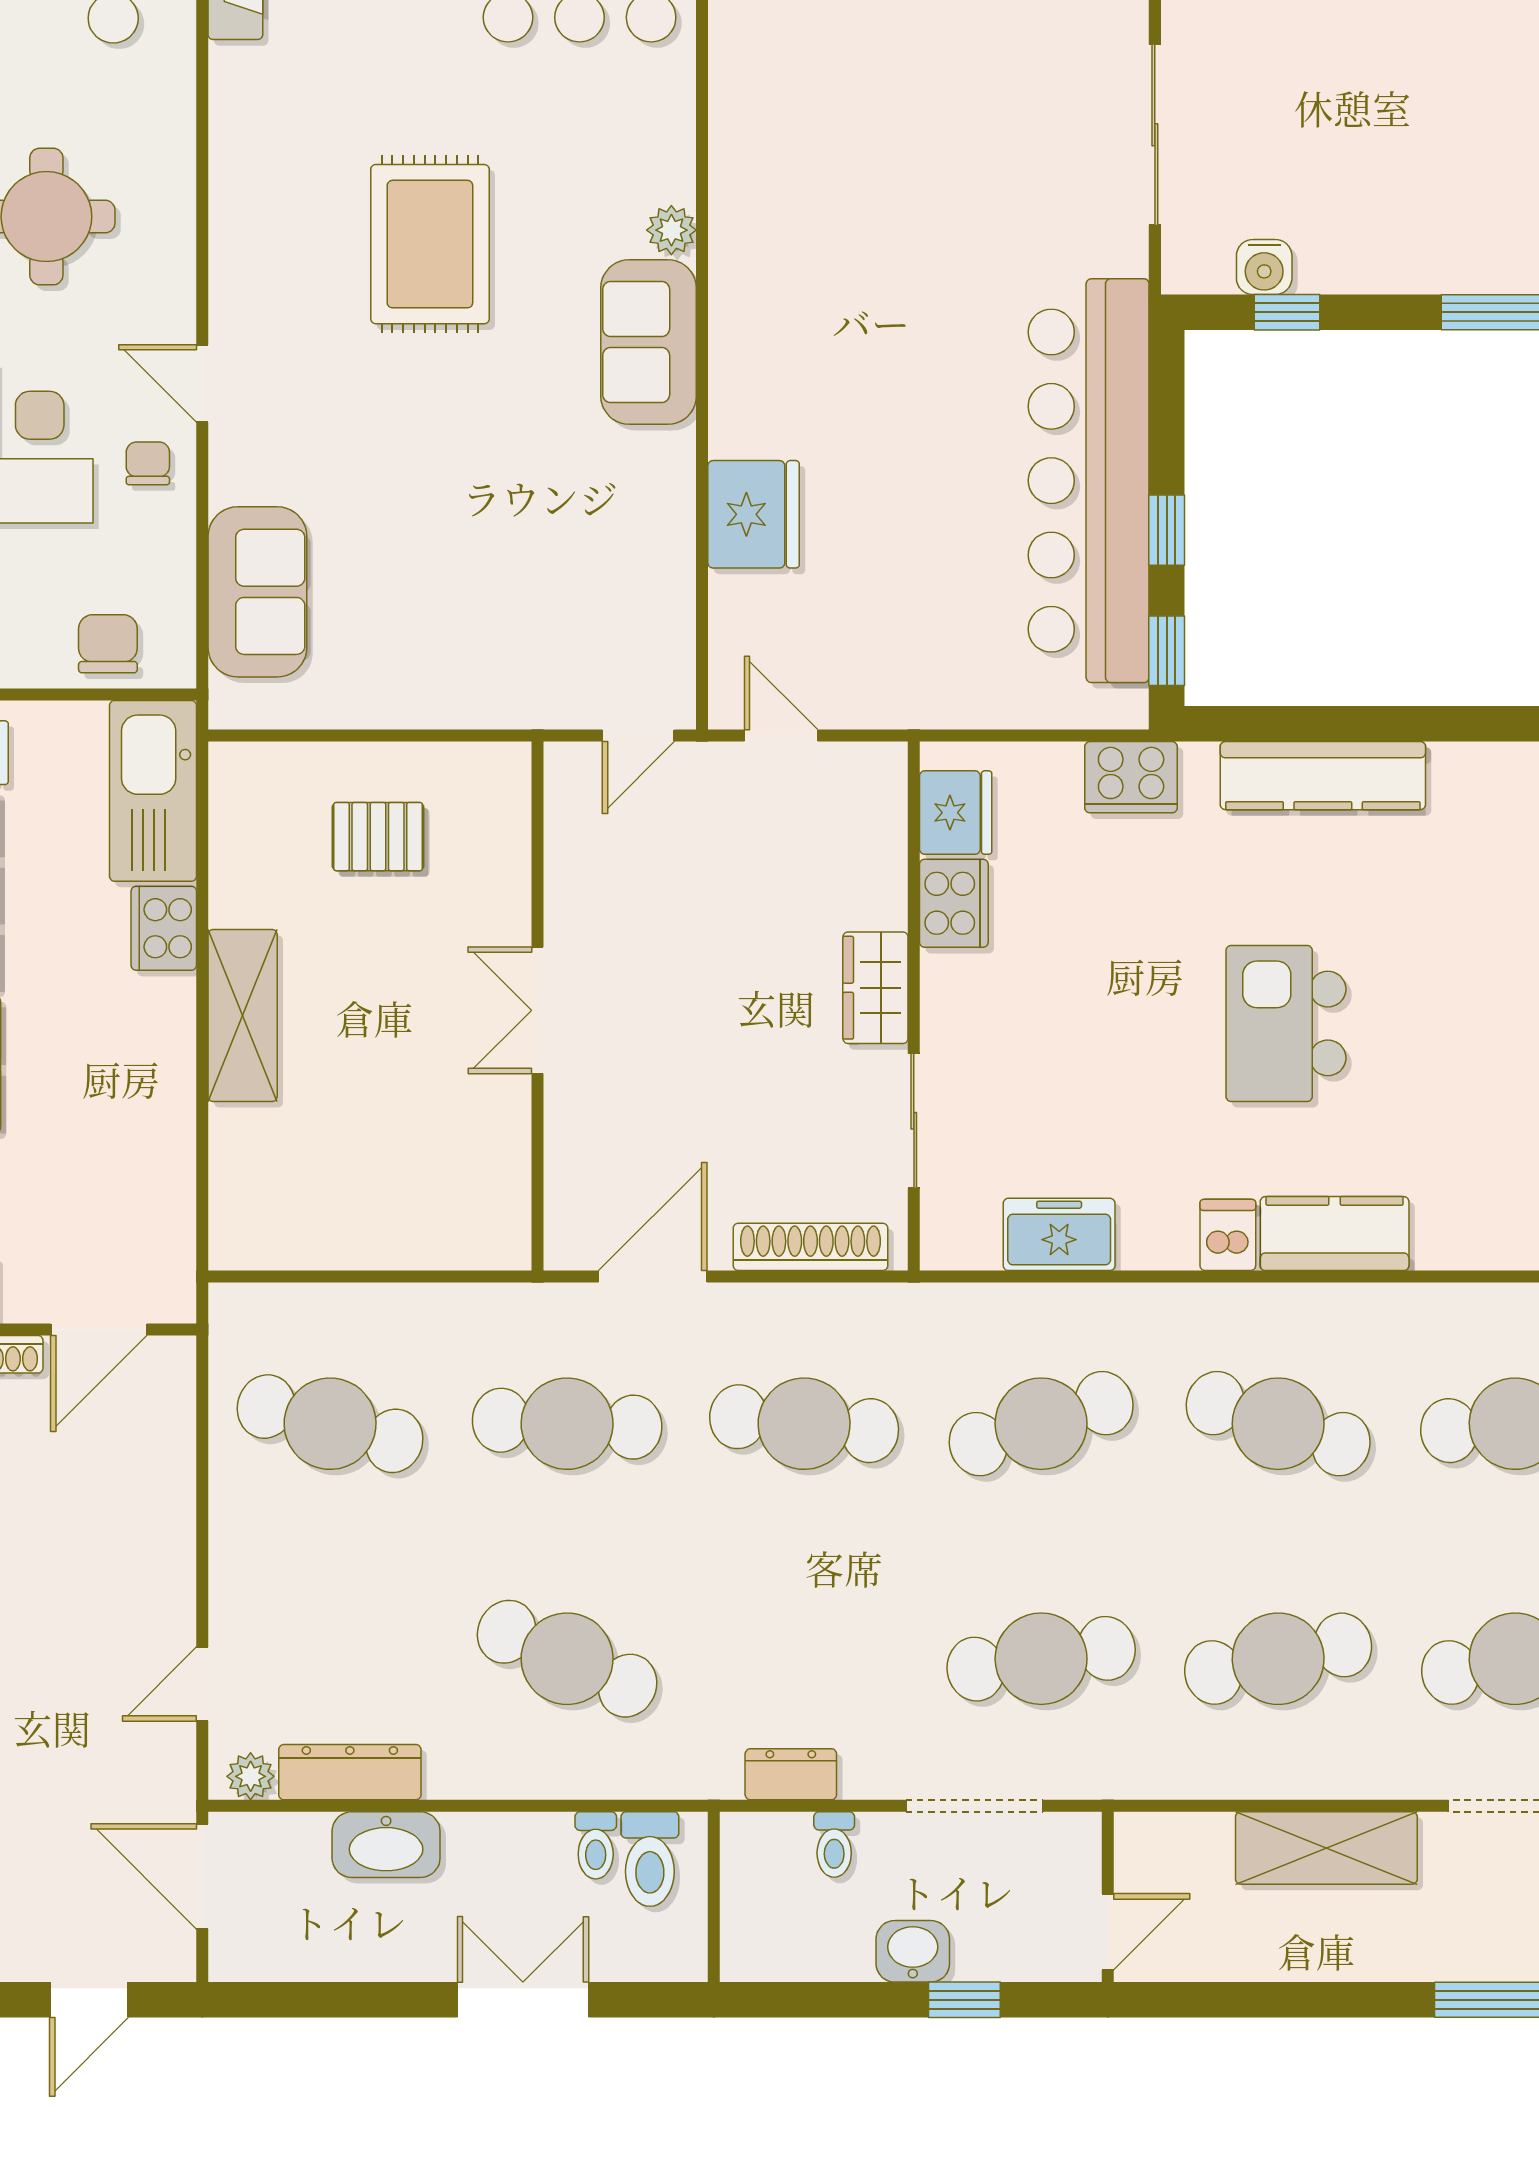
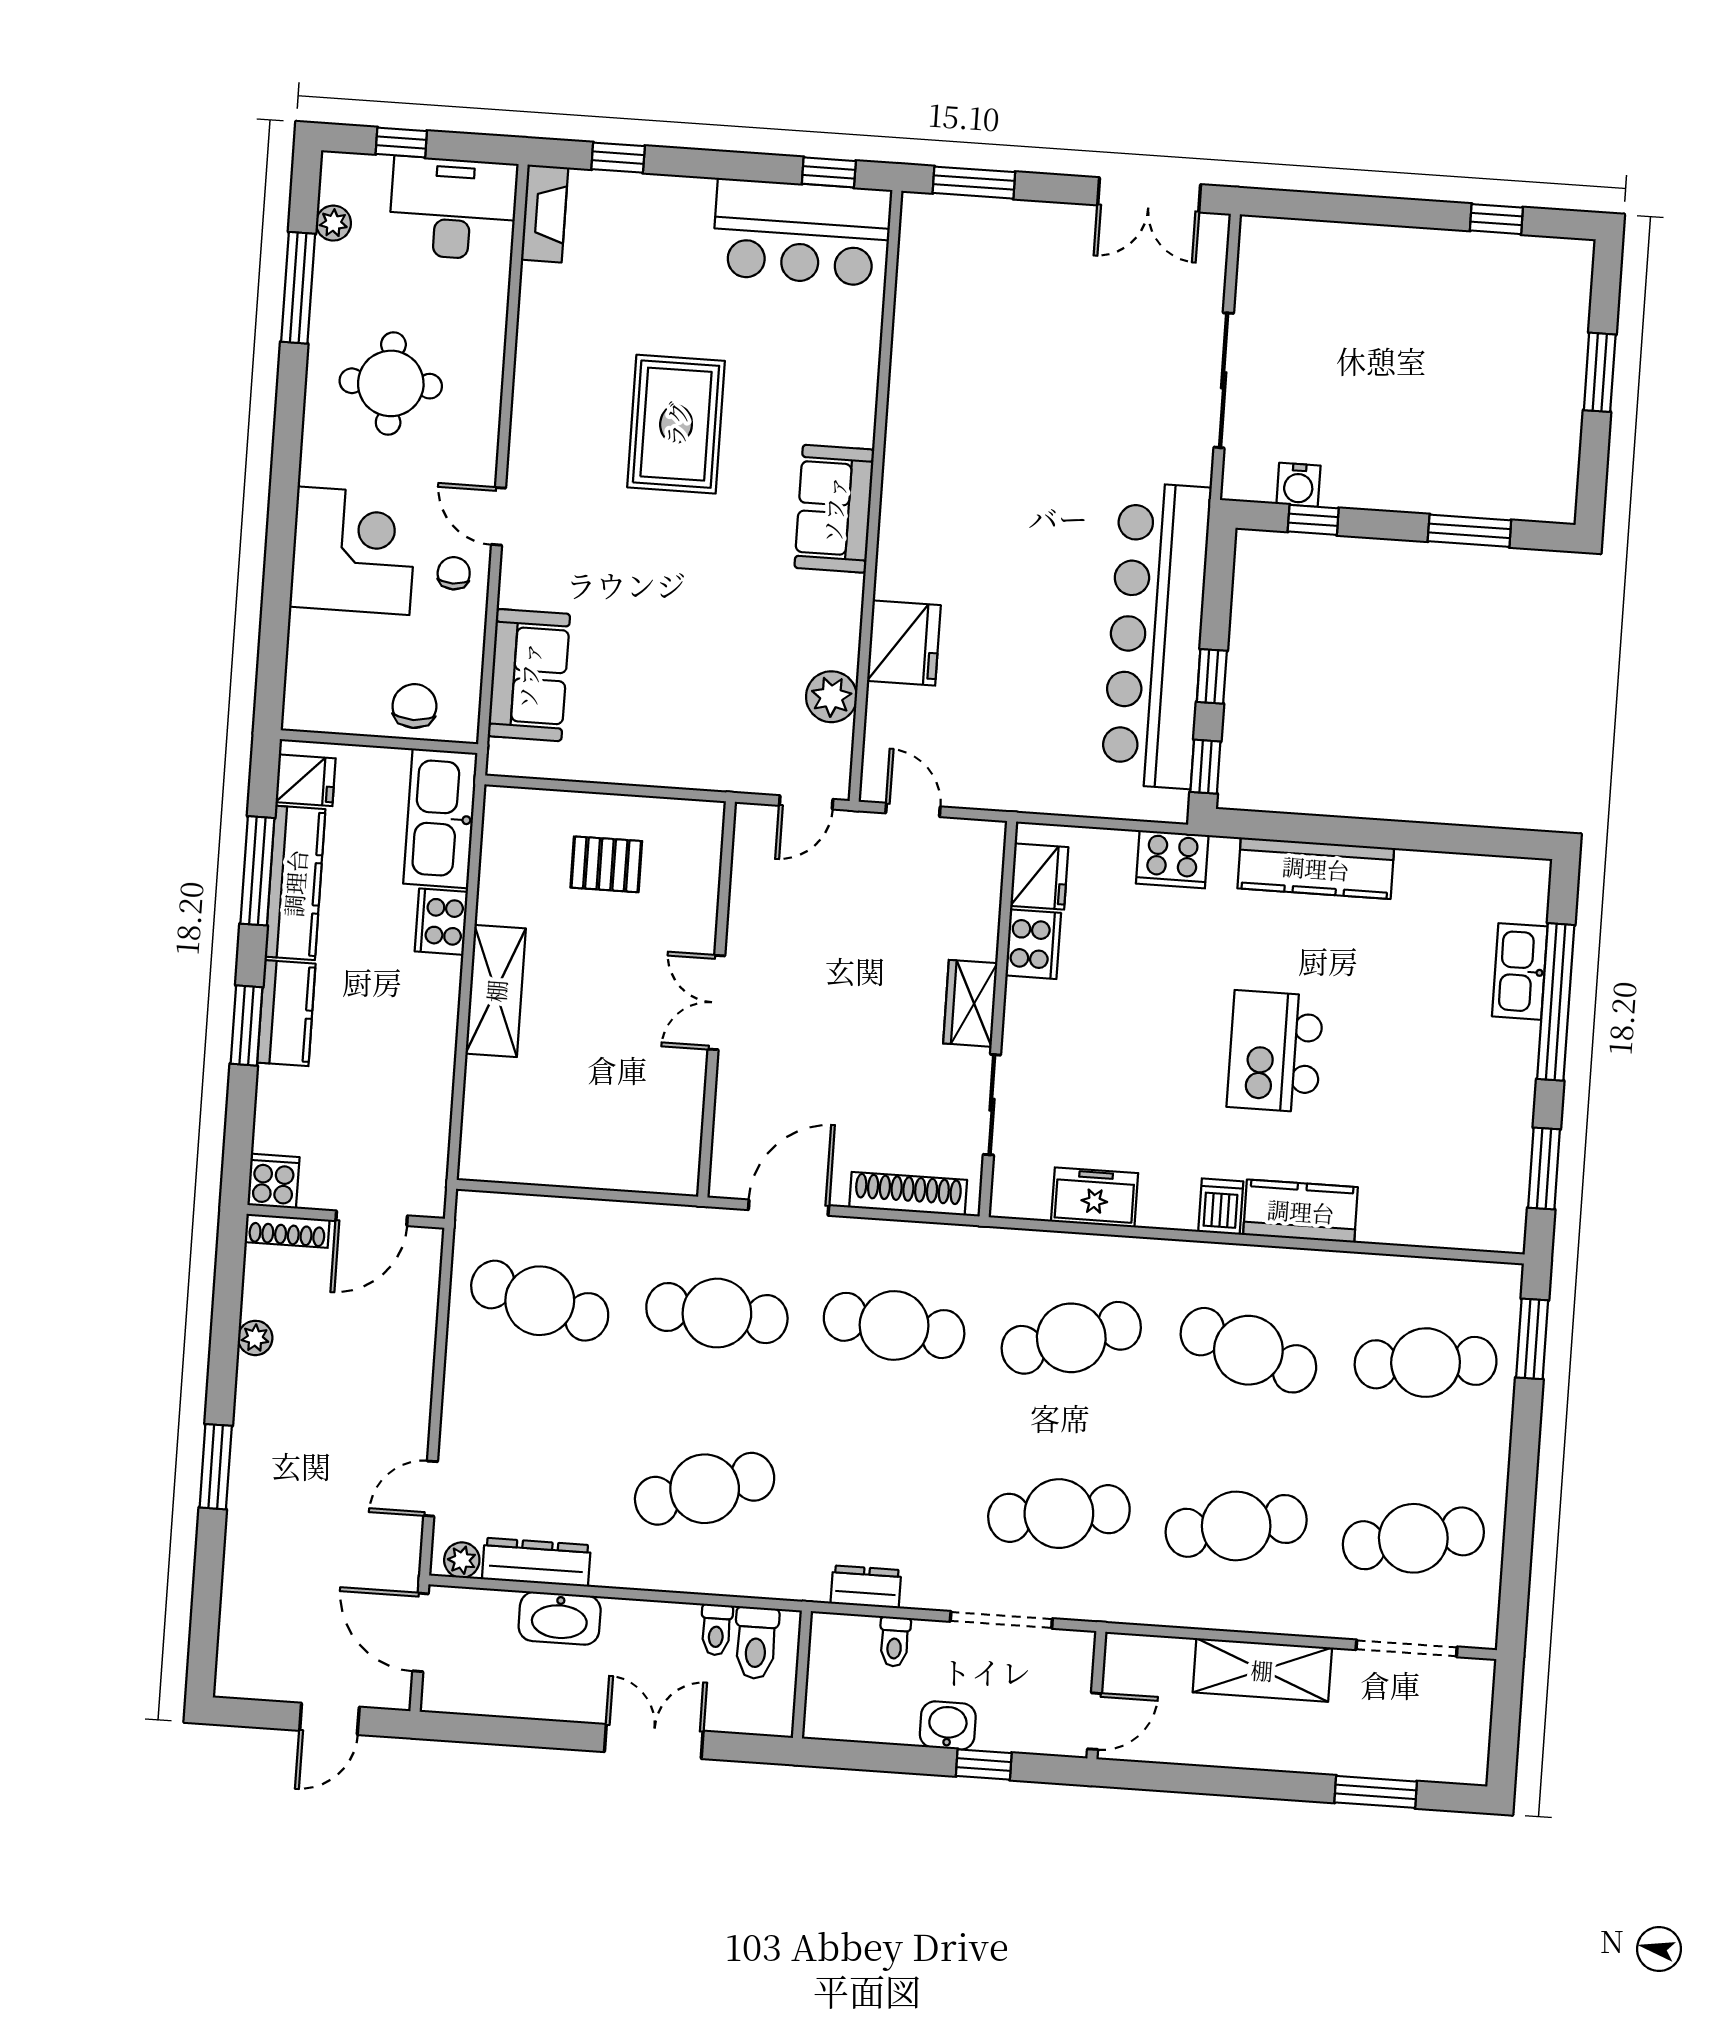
plant: (671, 230) -> (831, 697), moved, width x1.38, depth x1.38
cafe table: (567, 1659) -> (705, 1489), turned -42

